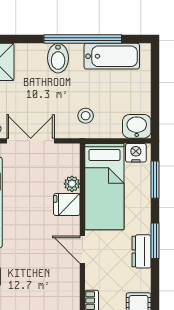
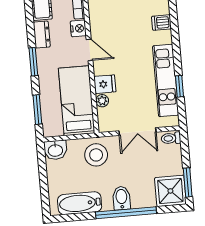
window: (83, 39) -> (126, 213), moved
stool: (86, 116) -> (96, 155), width x1.89, depth x1.89
nightstand: (136, 153) -> (78, 28), moved, turned -90
dresser: (141, 251) -> (42, 35), moved

